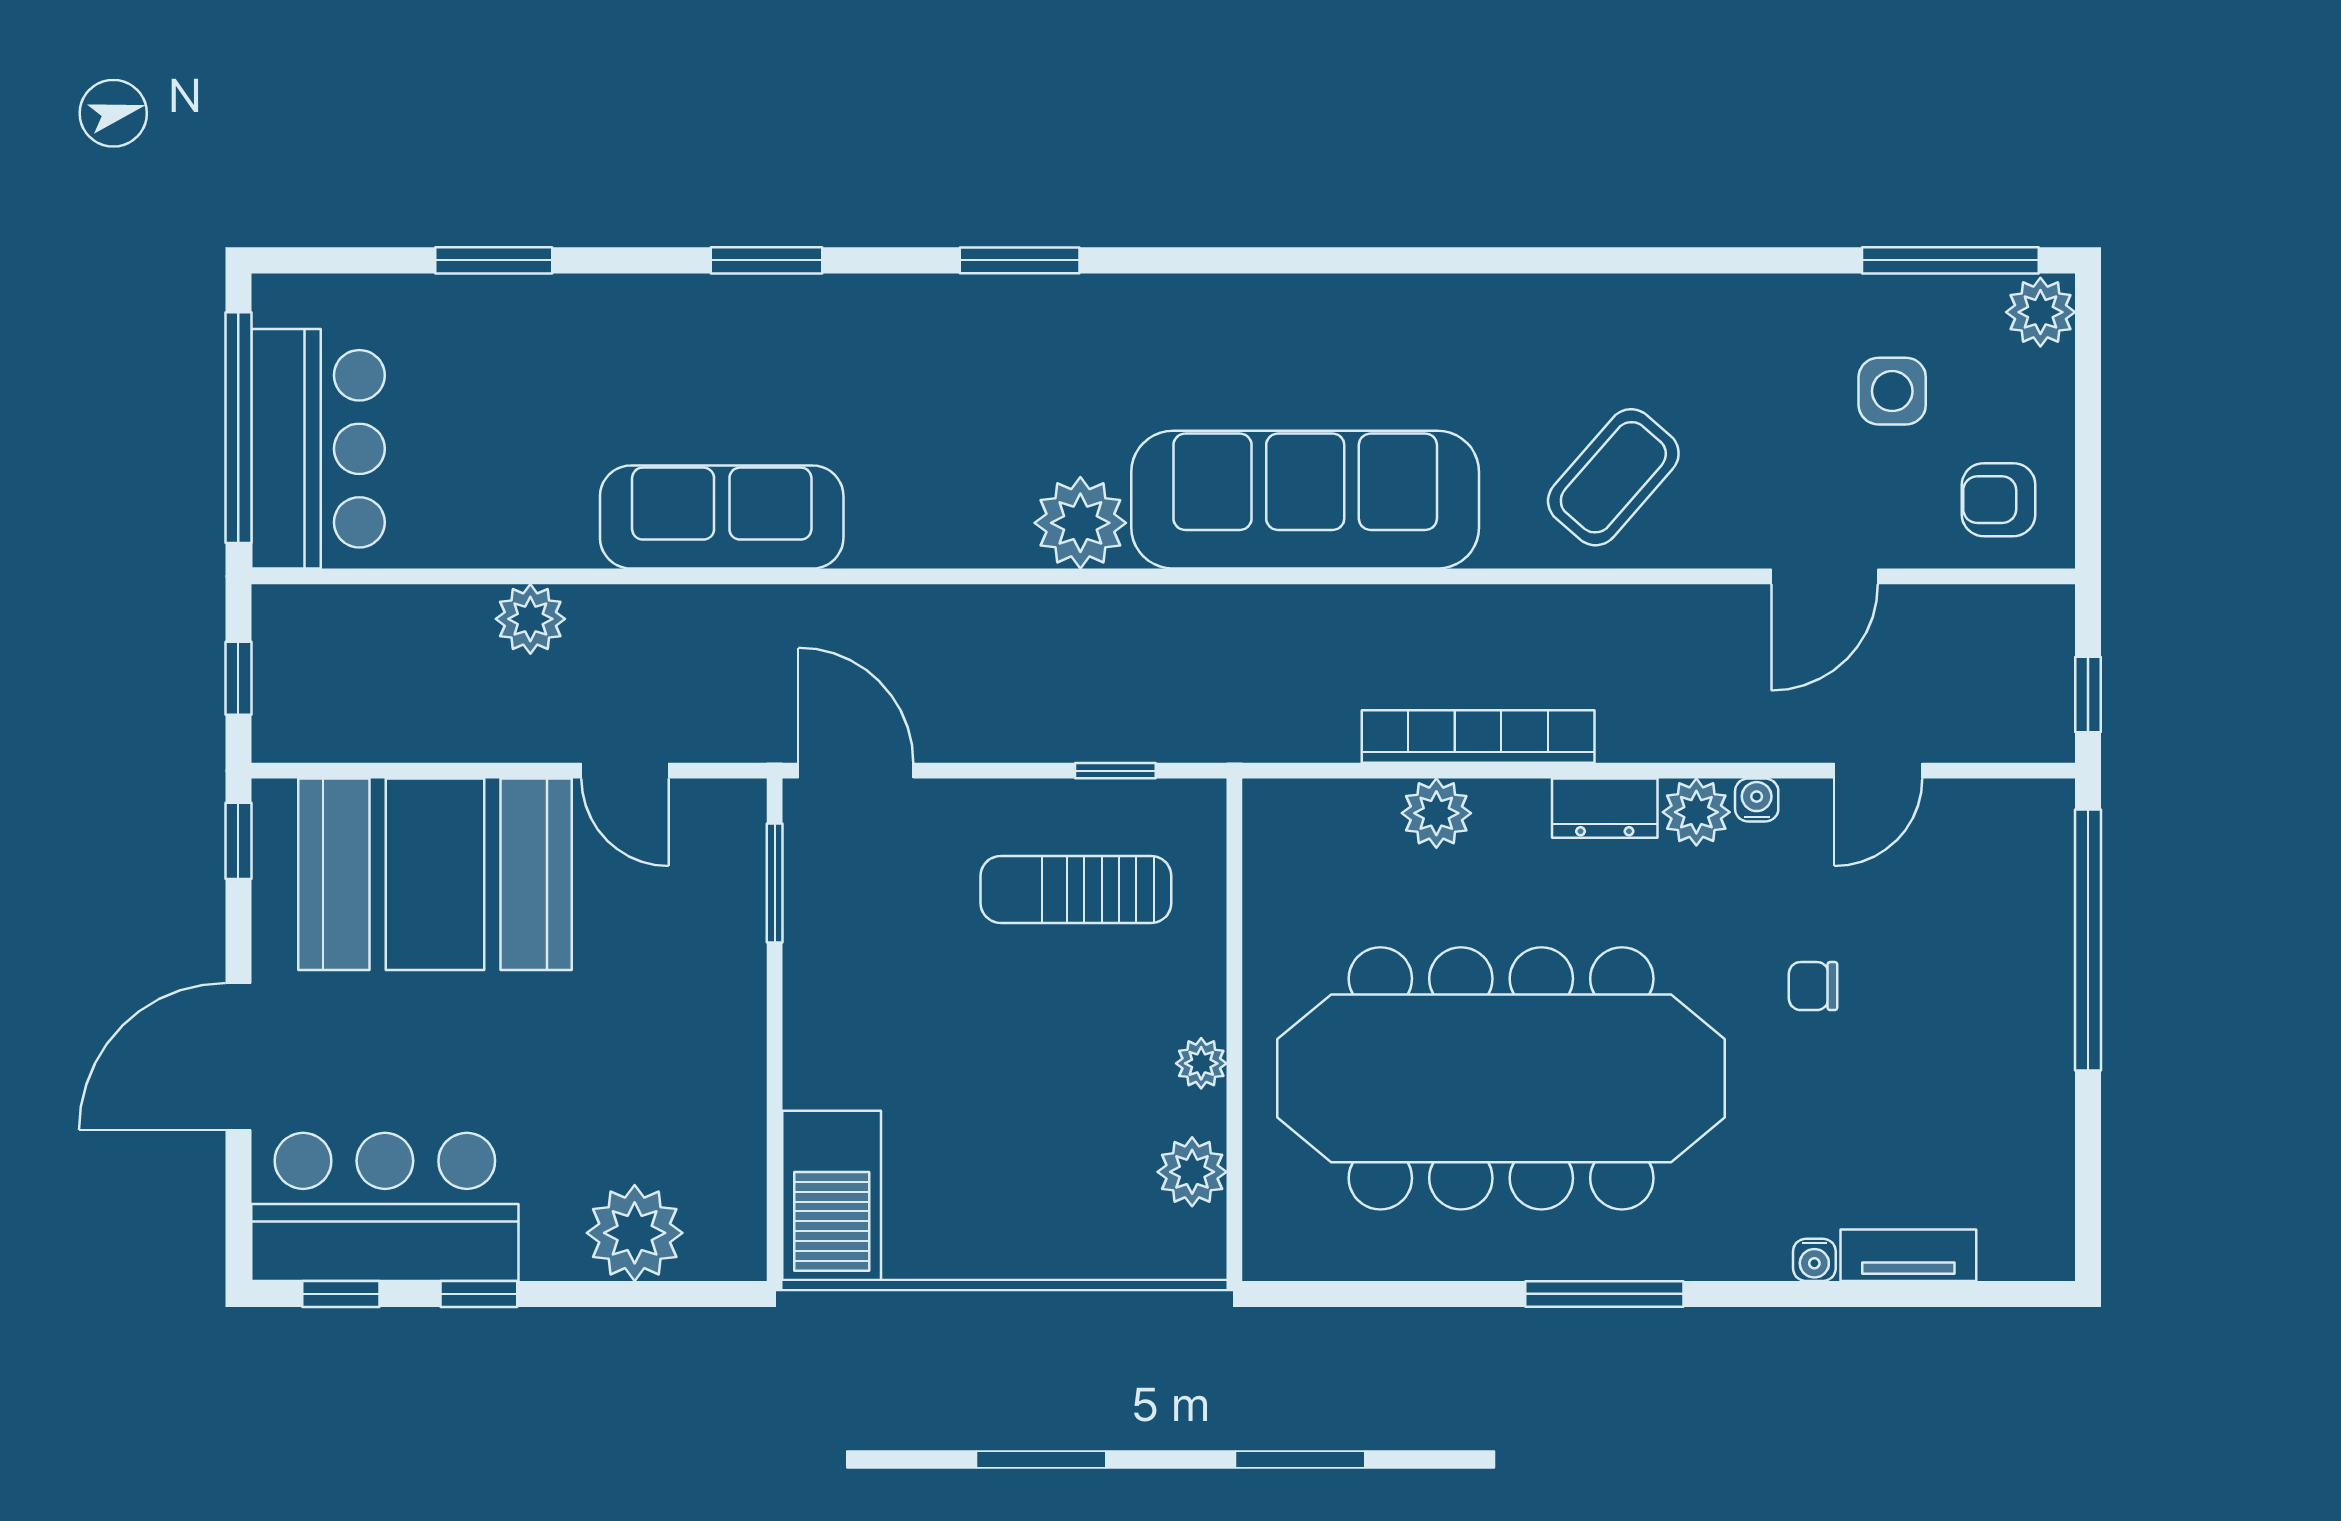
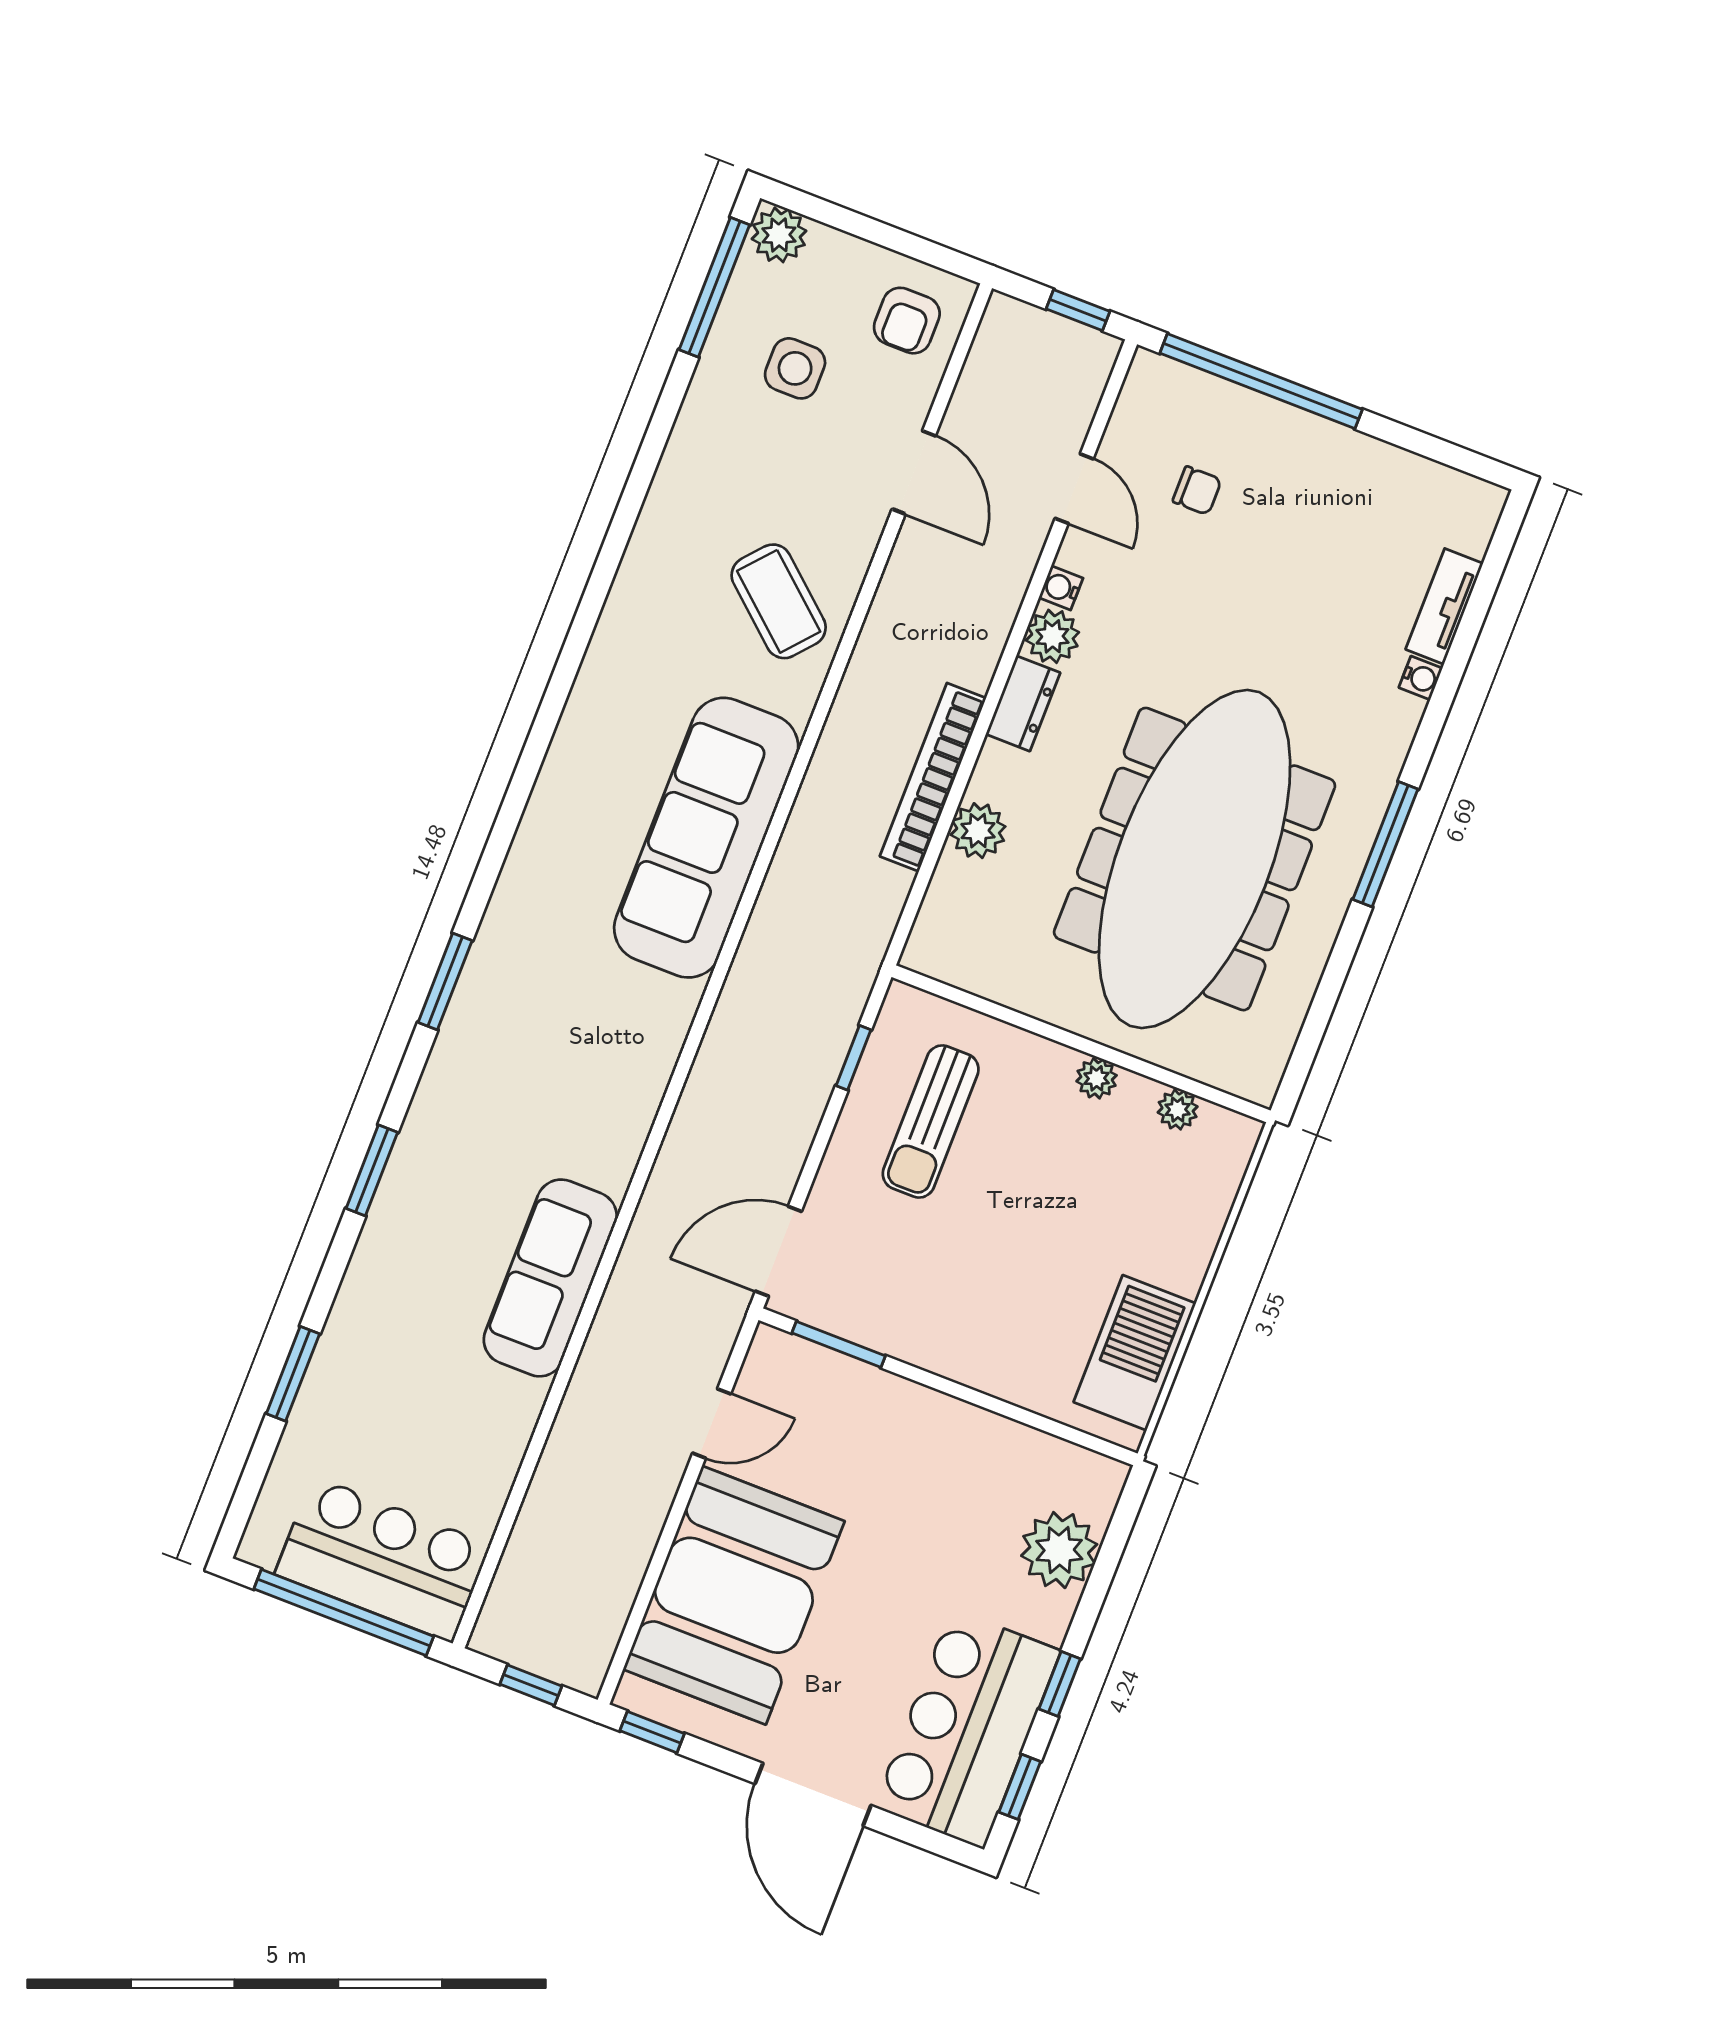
plant: (1080, 523) -> (658, 1012), removed
plant: (530, 619) -> (571, 1450), removed
chair: (1813, 986) -> (1197, 491), moved, turned -90
plant: (1192, 1172) -> (1178, 1110), width x0.73, depth x0.73
barbecue: (832, 1196) -> (1135, 1353), moved, turned -90

